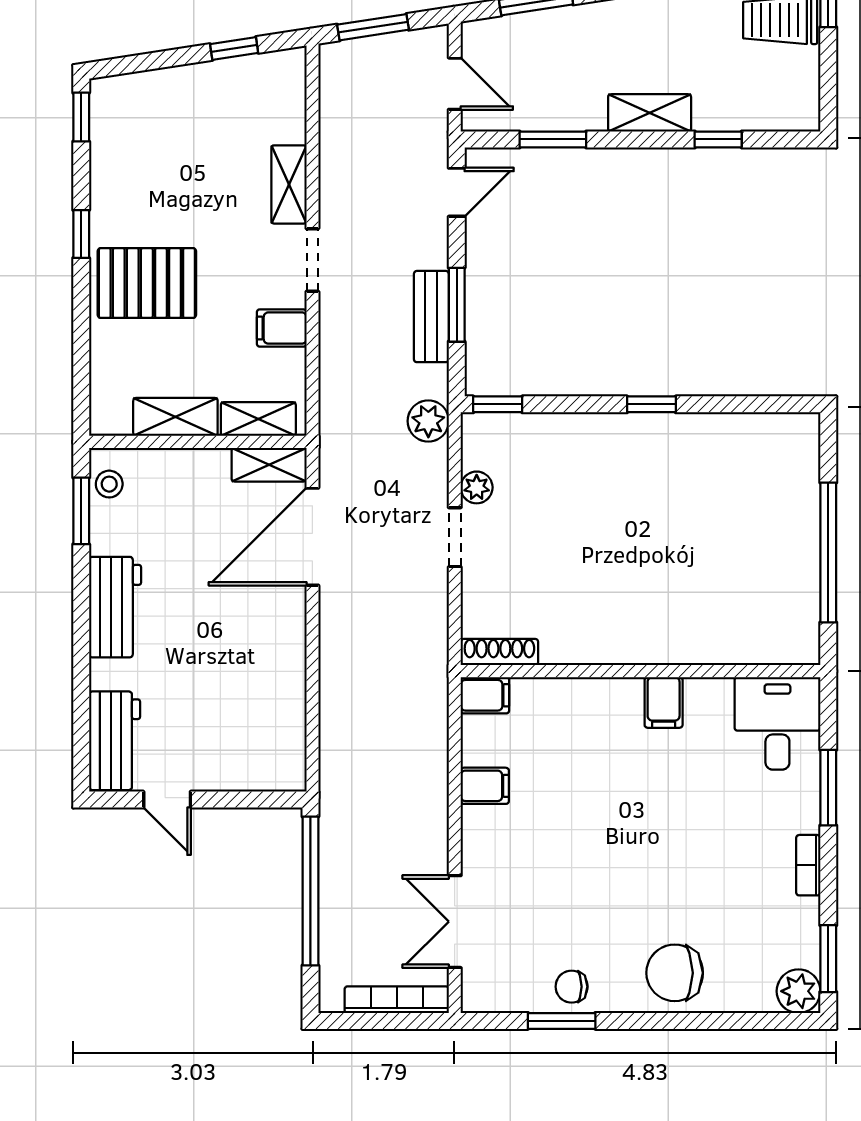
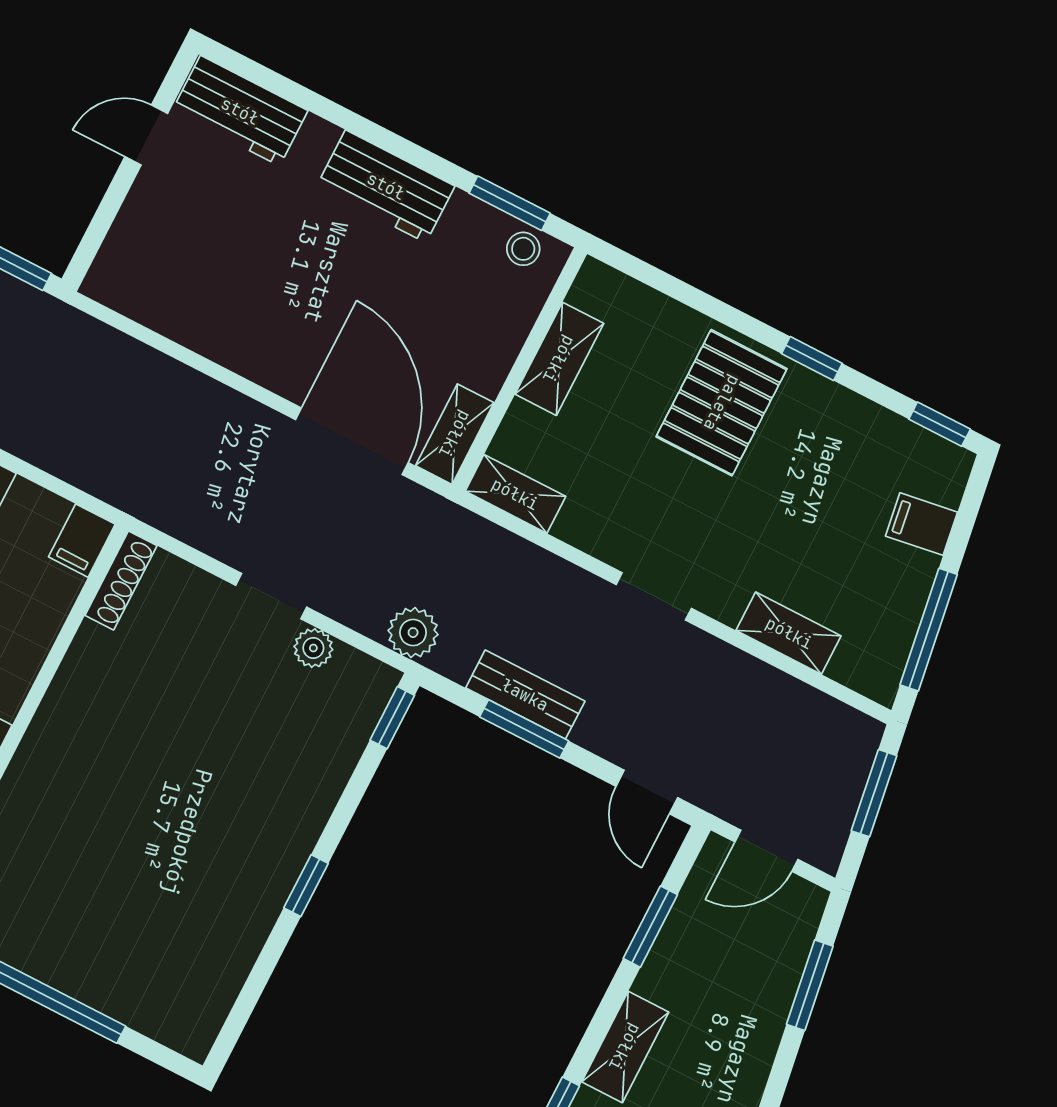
window: (234, 48) -> (929, 630), width x2.17
shelving: (289, 184) -> (789, 633), moved
filing cabinet: (282, 328) -> (922, 524), moved, turned -99
shelving: (258, 419) -> (515, 494), moved, turned 90

